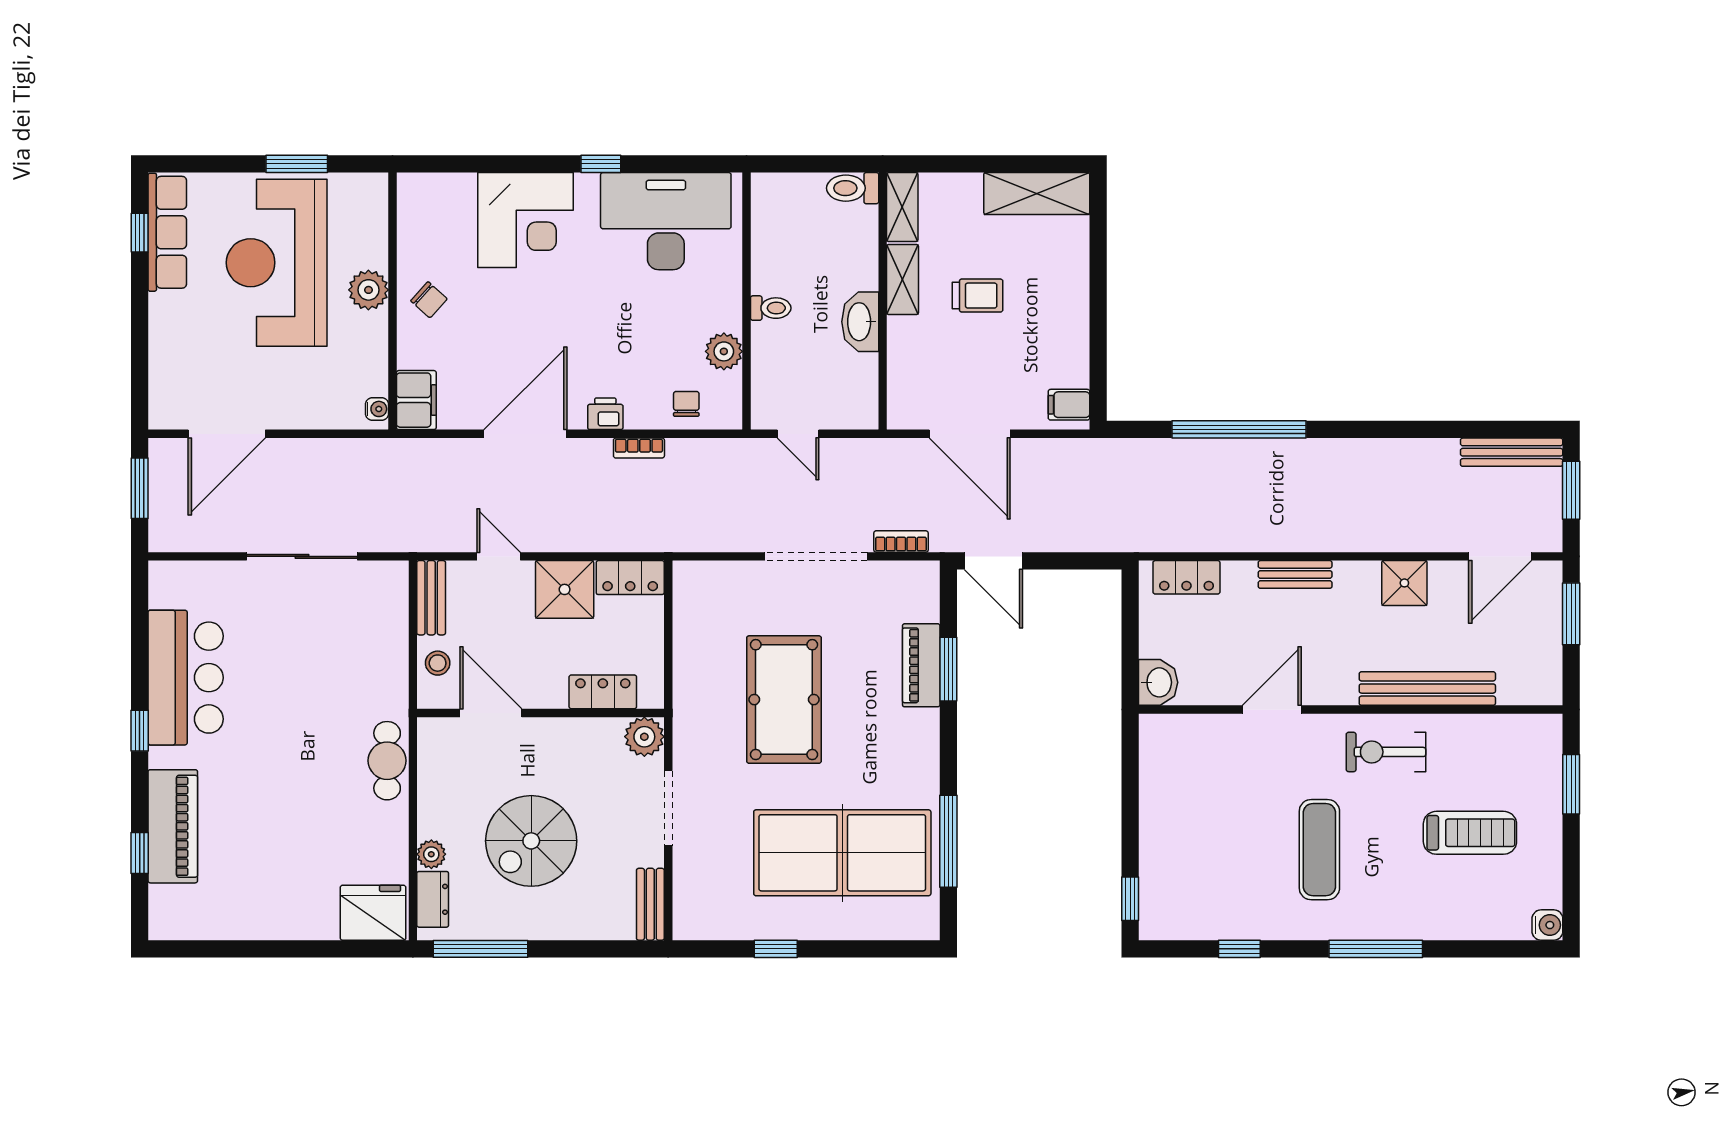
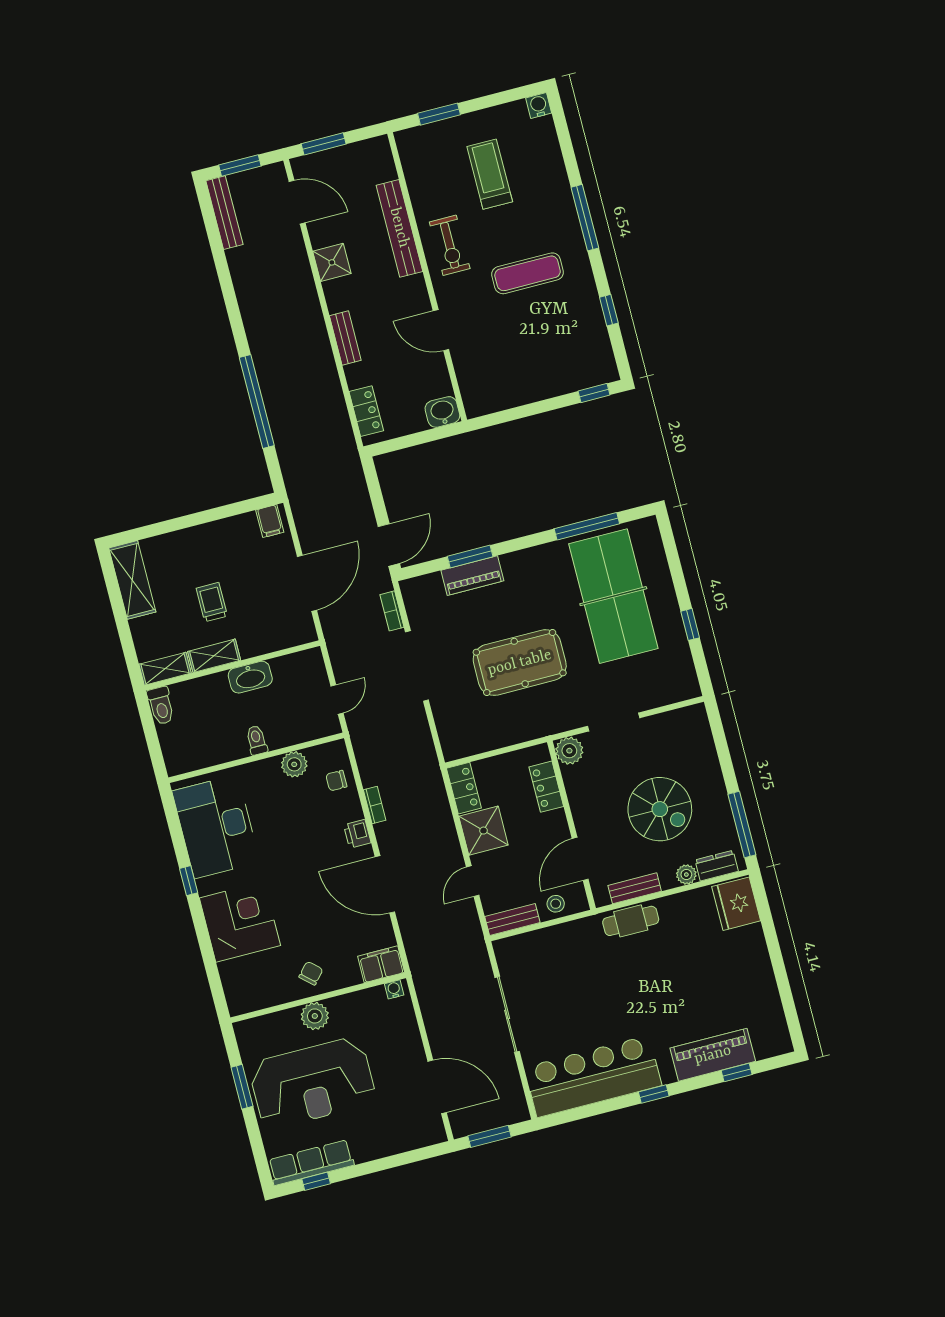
bar counter: (186, 678) -> (593, 1076), width x1.36
bench: (650, 904) -> (635, 888), moved

